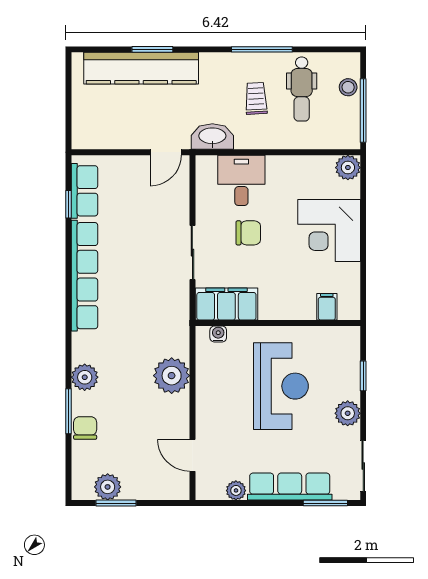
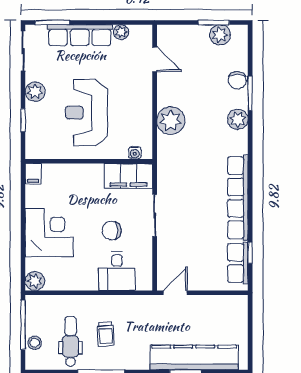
washbasin: (212, 137) -> (139, 305), removed
filing cabinet: (327, 307) -> (33, 174), moved

